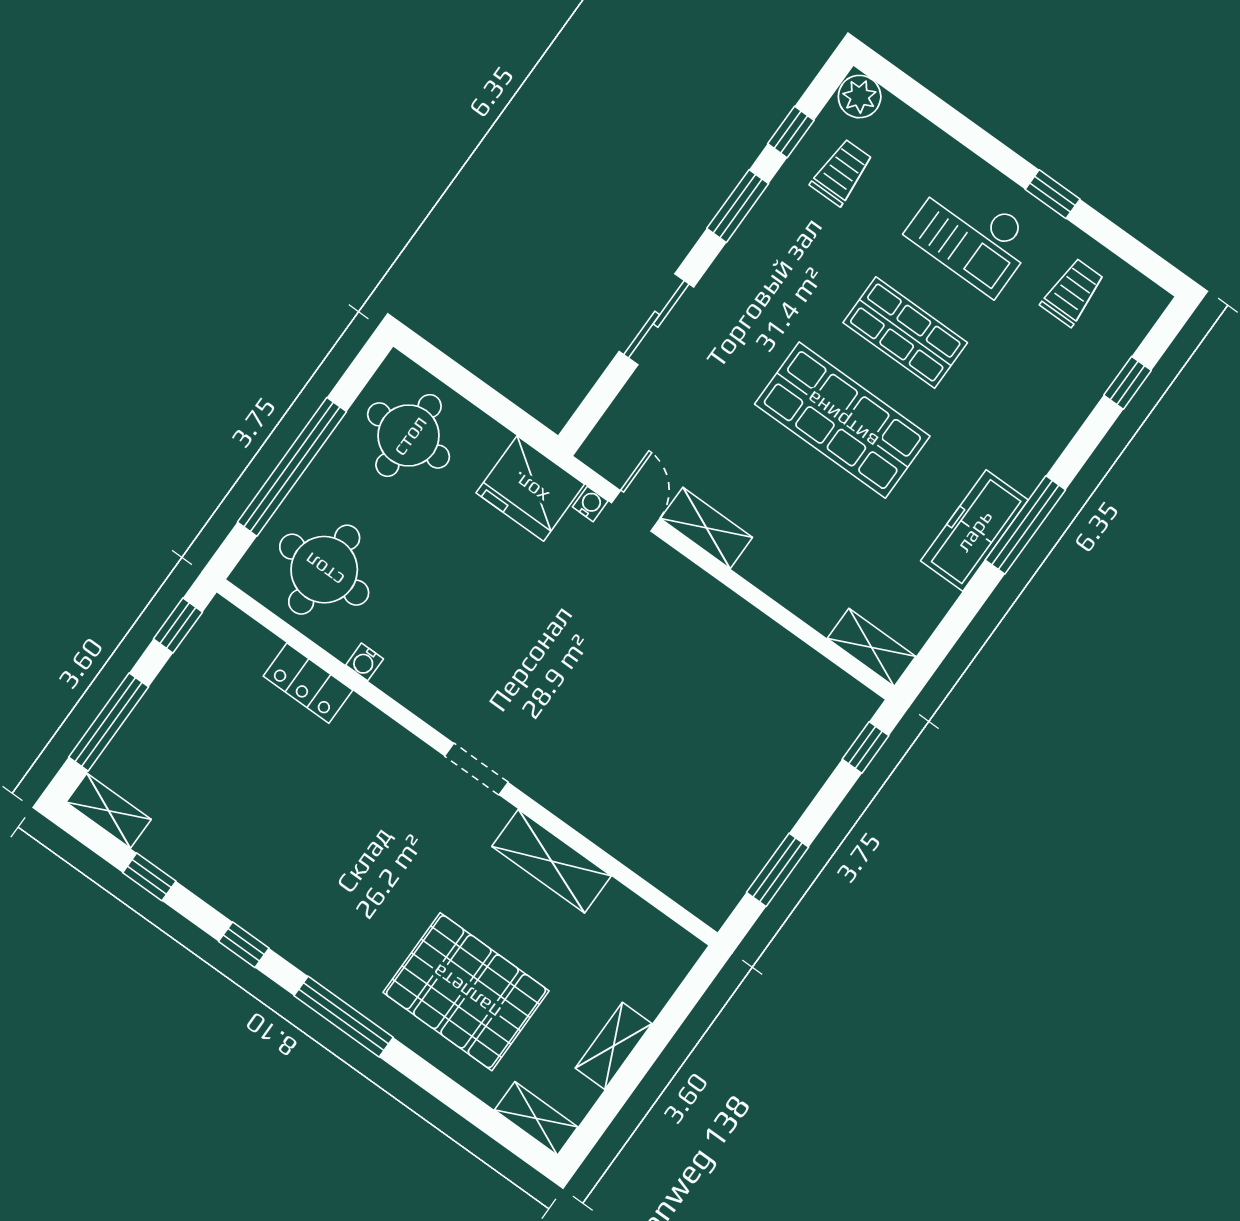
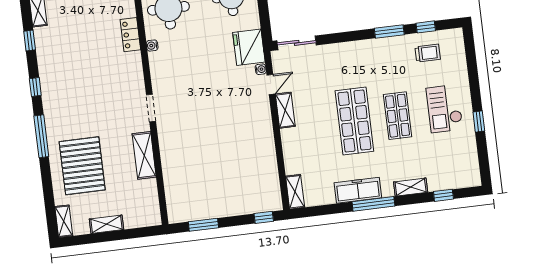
plant: (860, 97) -> (455, 38), removed
trolley: (1073, 292) -> (455, 154), removed
sliding door: (656, 319) -> (297, 43), moved
shelving: (1057, 429) -> (411, 187), added

